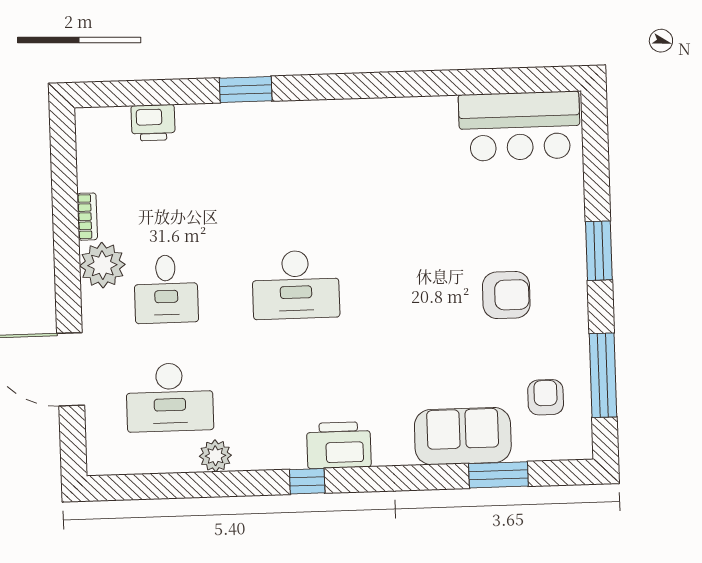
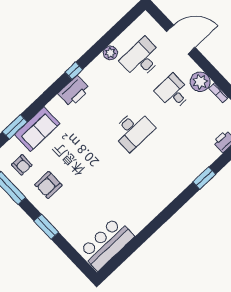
desk: (296, 285) -> (133, 130), turned 180
armchair: (506, 295) -> (48, 185), moved

